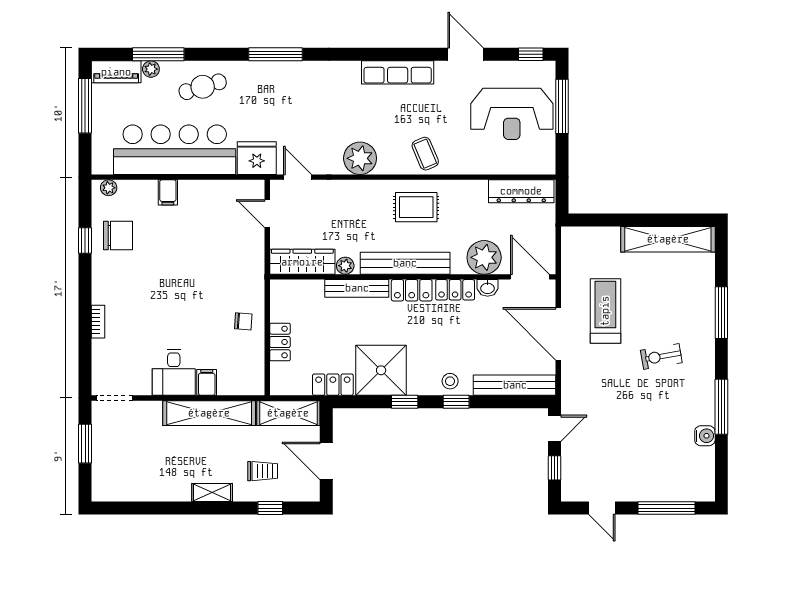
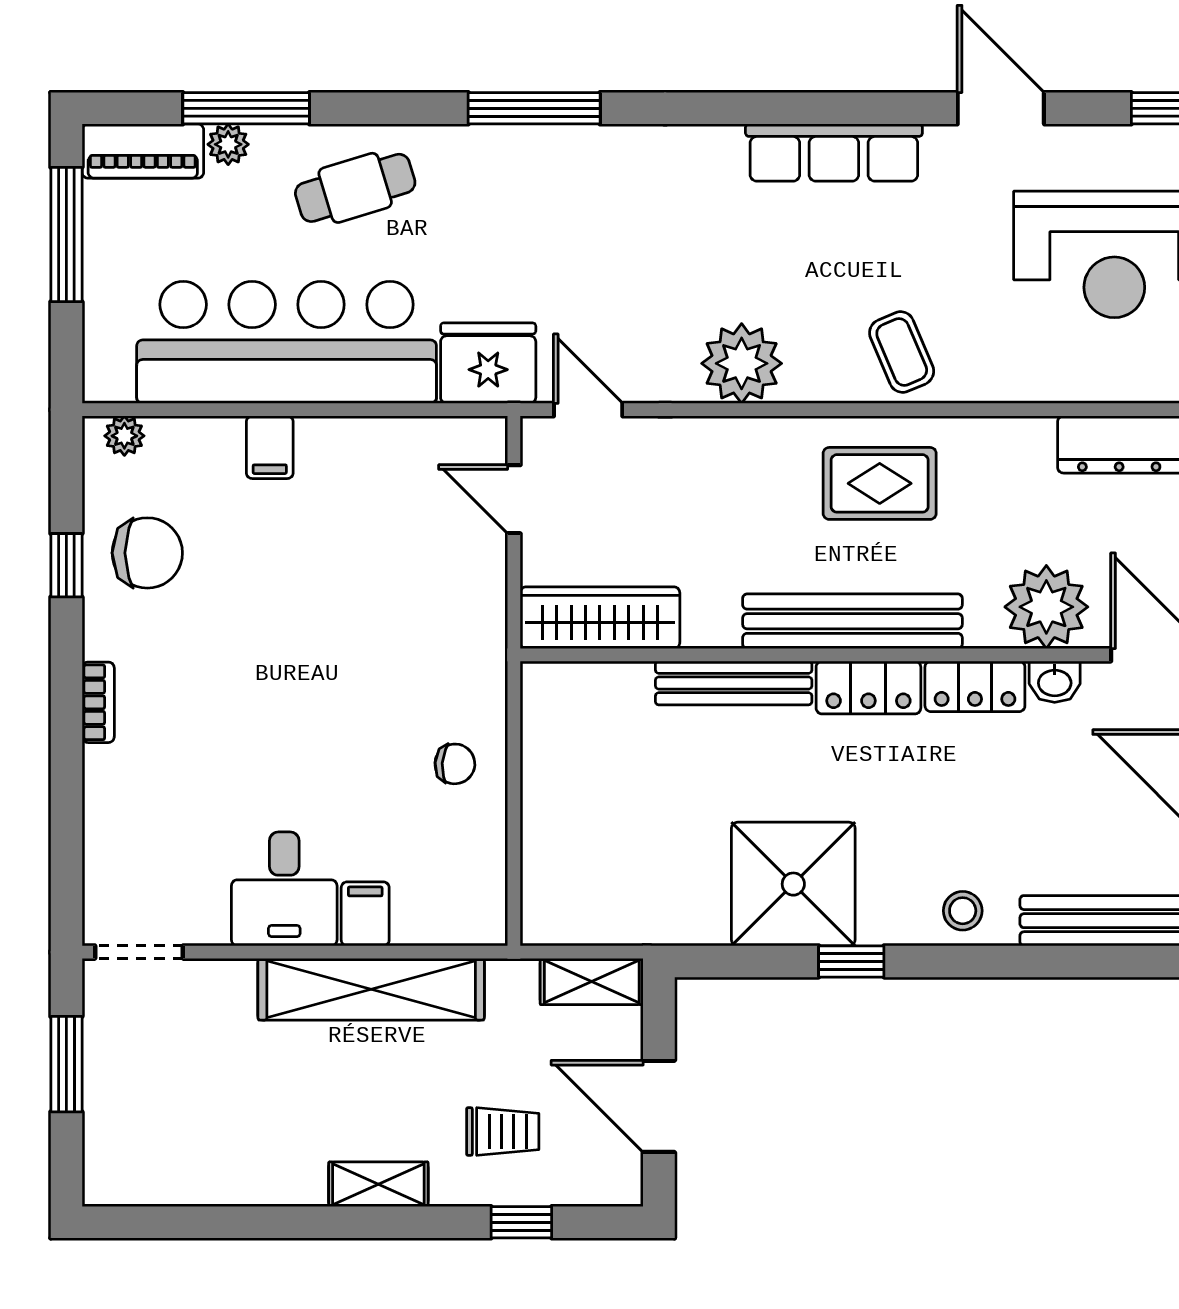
plant: (345, 266) -> (705, 627), removed
bookcase: (98, 322) -> (98, 702), moved
locker: (280, 342) -> (545, 815), removed
locker: (333, 385) -> (675, 919), removed
window: (456, 402) -> (978, 961), removed
shelving: (288, 413) -> (592, 982), width x0.67, depth x0.75

